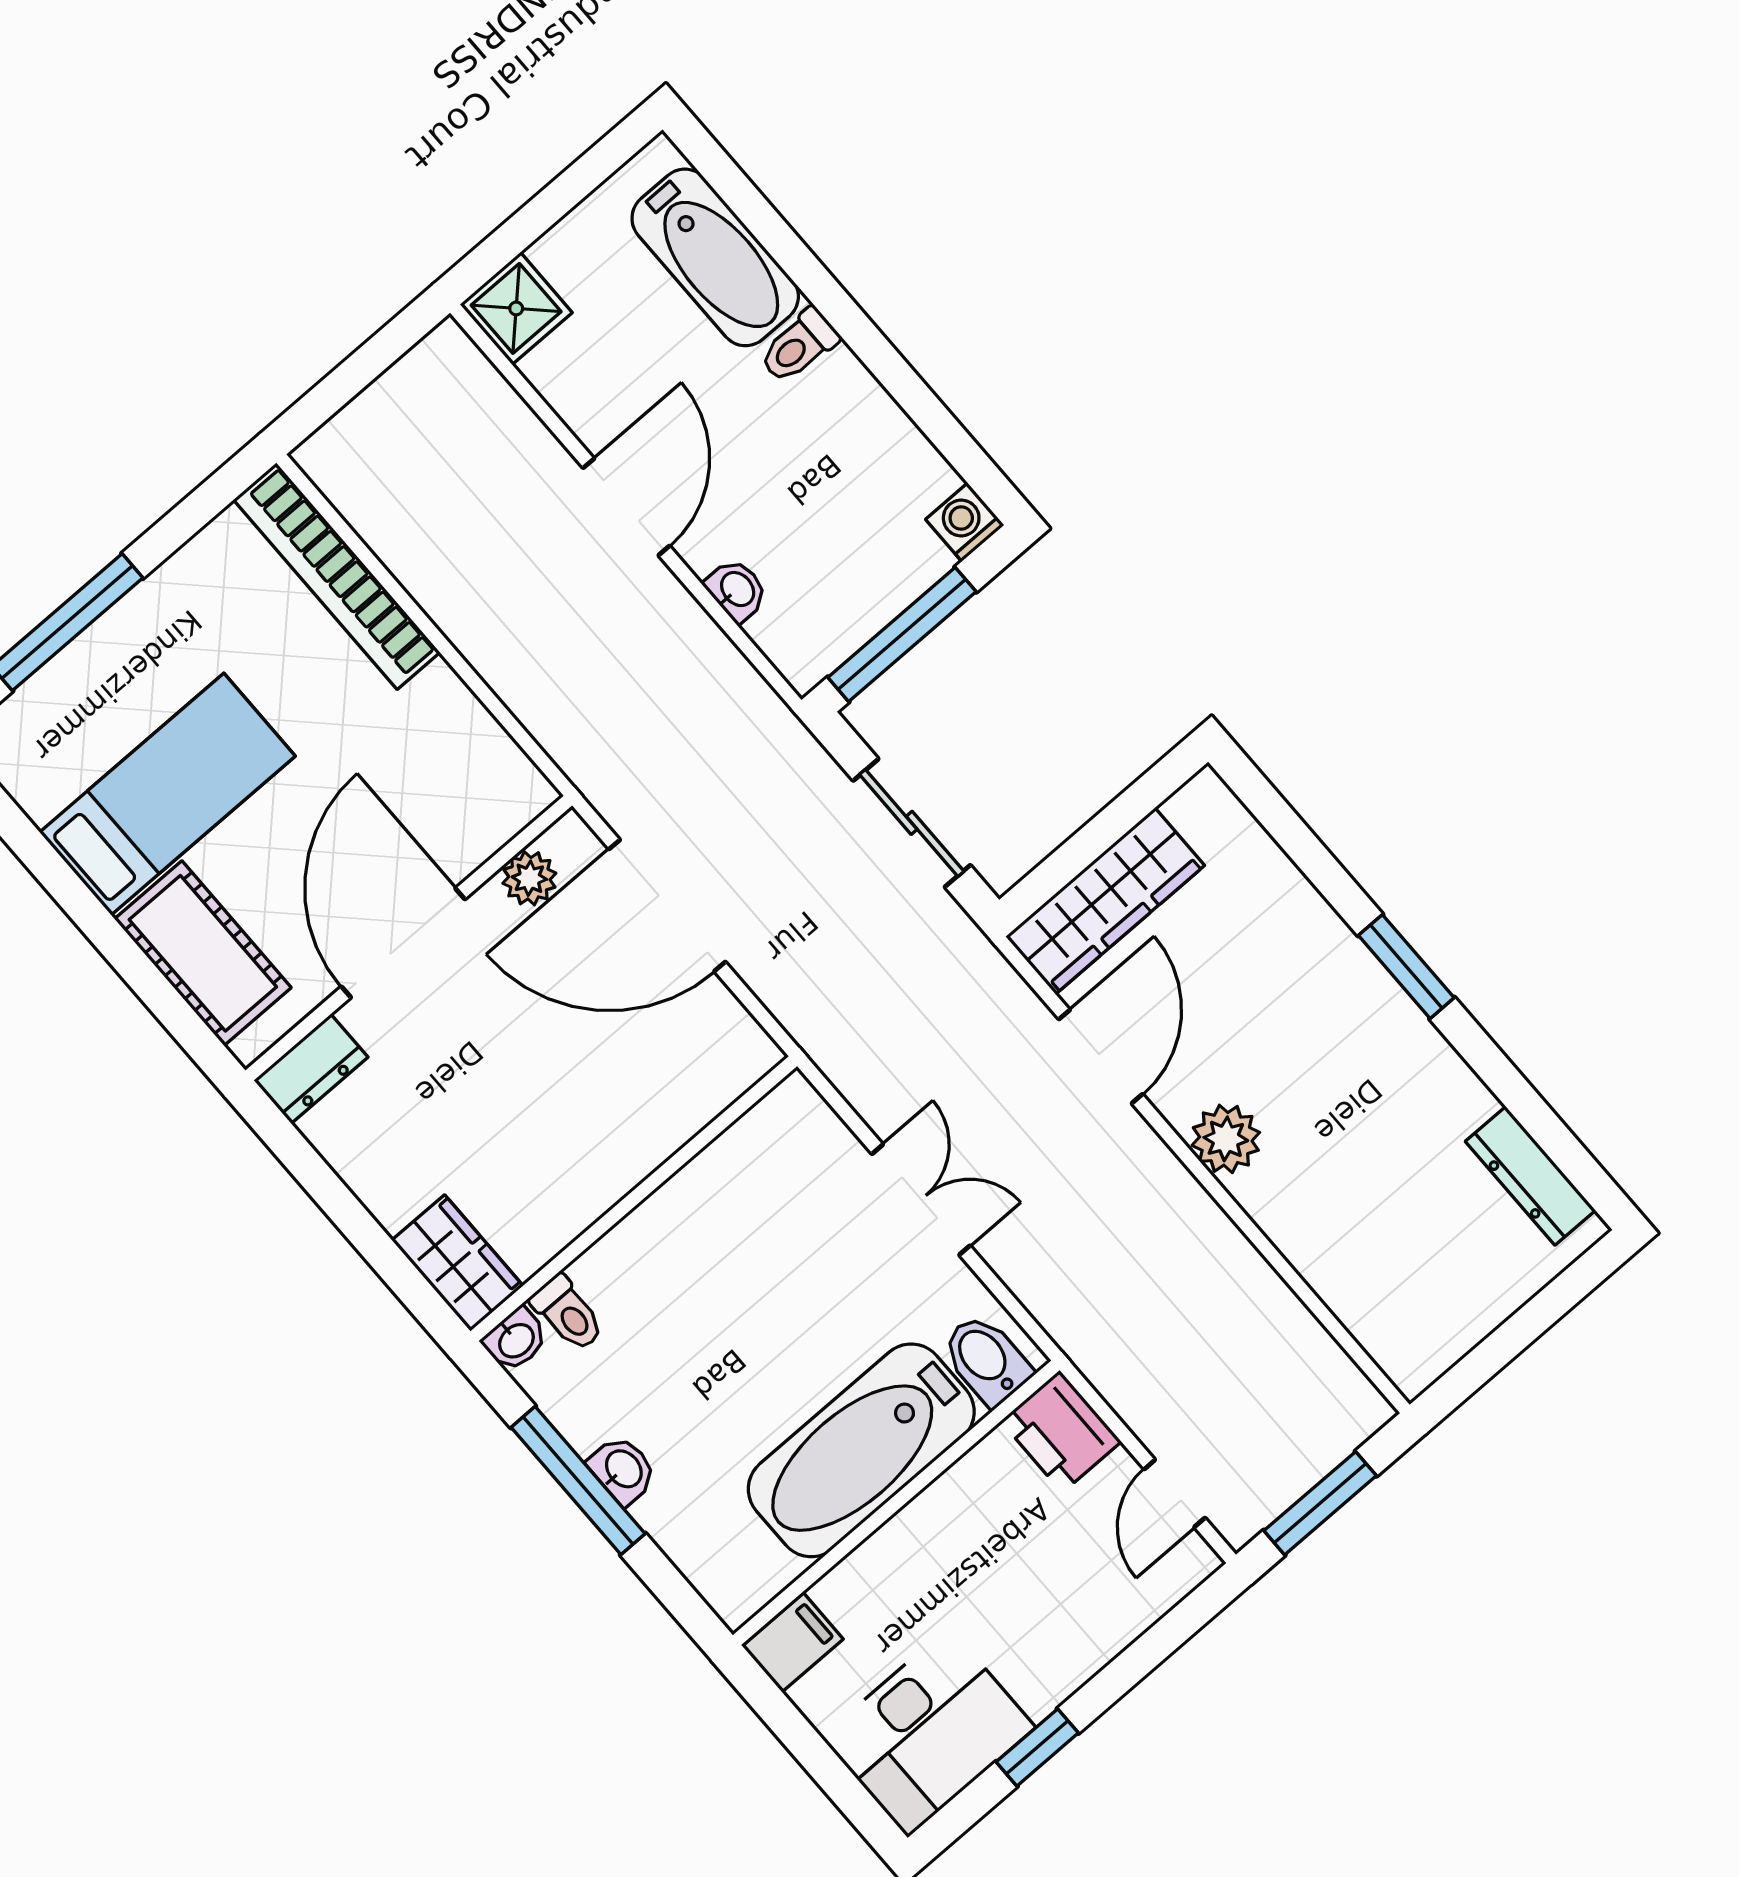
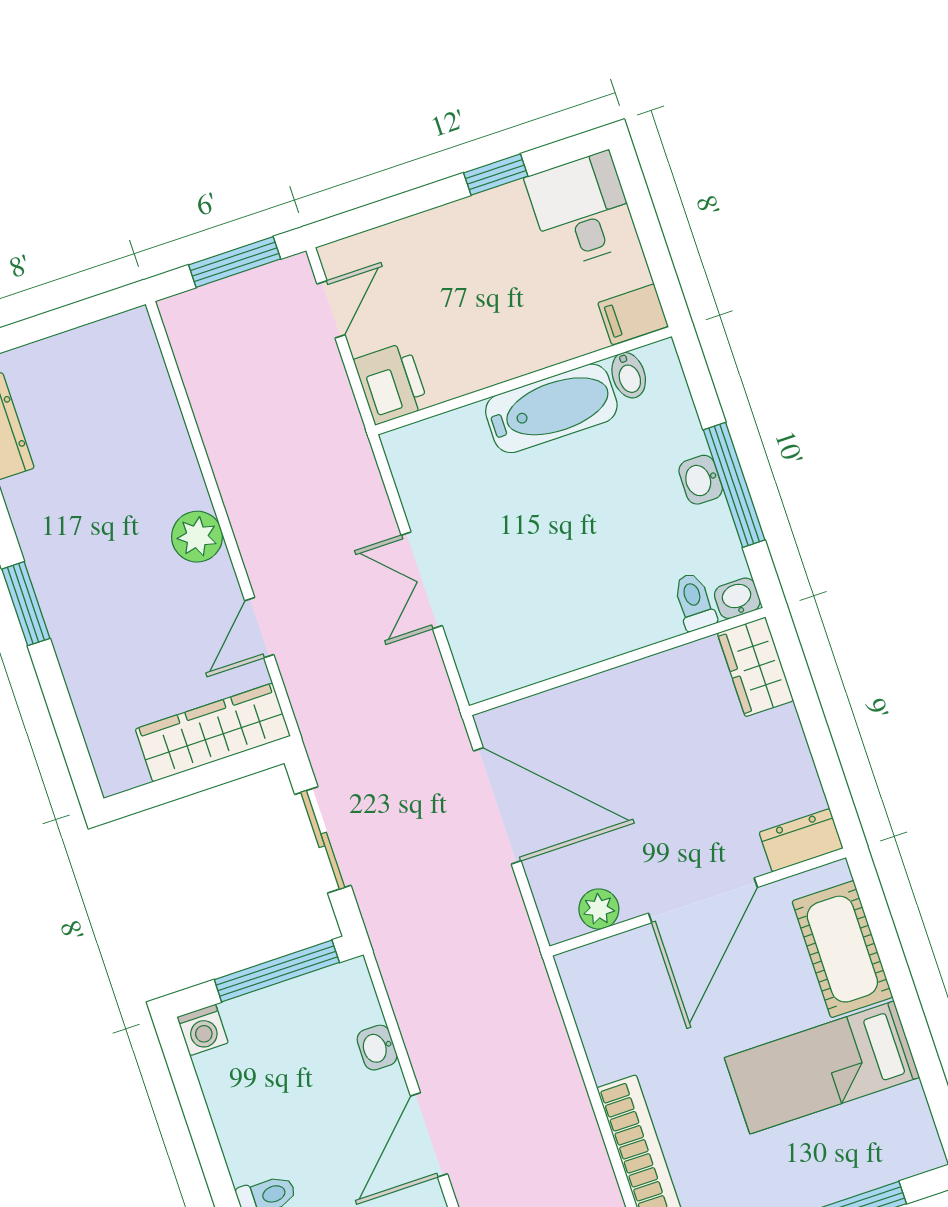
door: (667, 906) -> (497, 806), moved
door: (1101, 1057) -> (259, 628), width x0.73
bidet: (986, 1360) -> (629, 375), moved, width x0.72, depth x0.74
bathtub: (861, 1450) -> (551, 408), width x0.73, depth x0.73
desk: (928, 1732) -> (582, 210), width x0.73

